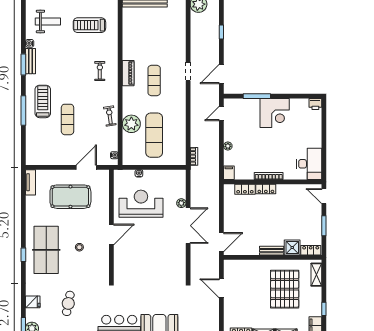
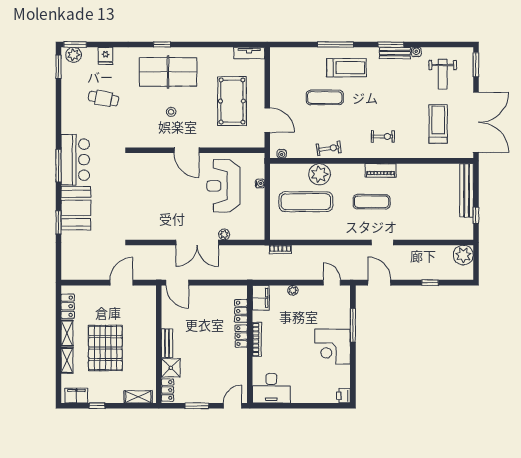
filing cabinet: (229, 173) -> (261, 298), width x2.00
reception desk: (141, 204) -> (223, 186), turned 180
pallet: (285, 289) -> (105, 348), moved, turned 90

